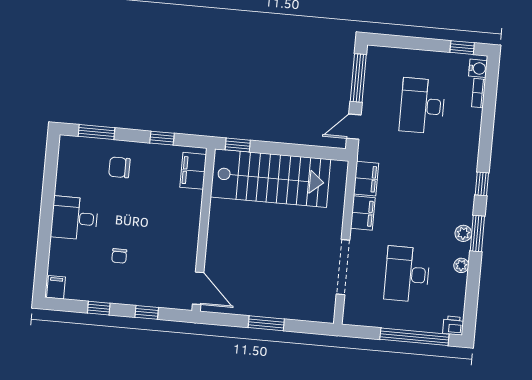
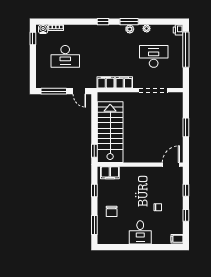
desk: (407, 274) -> (154, 56), turned 180

